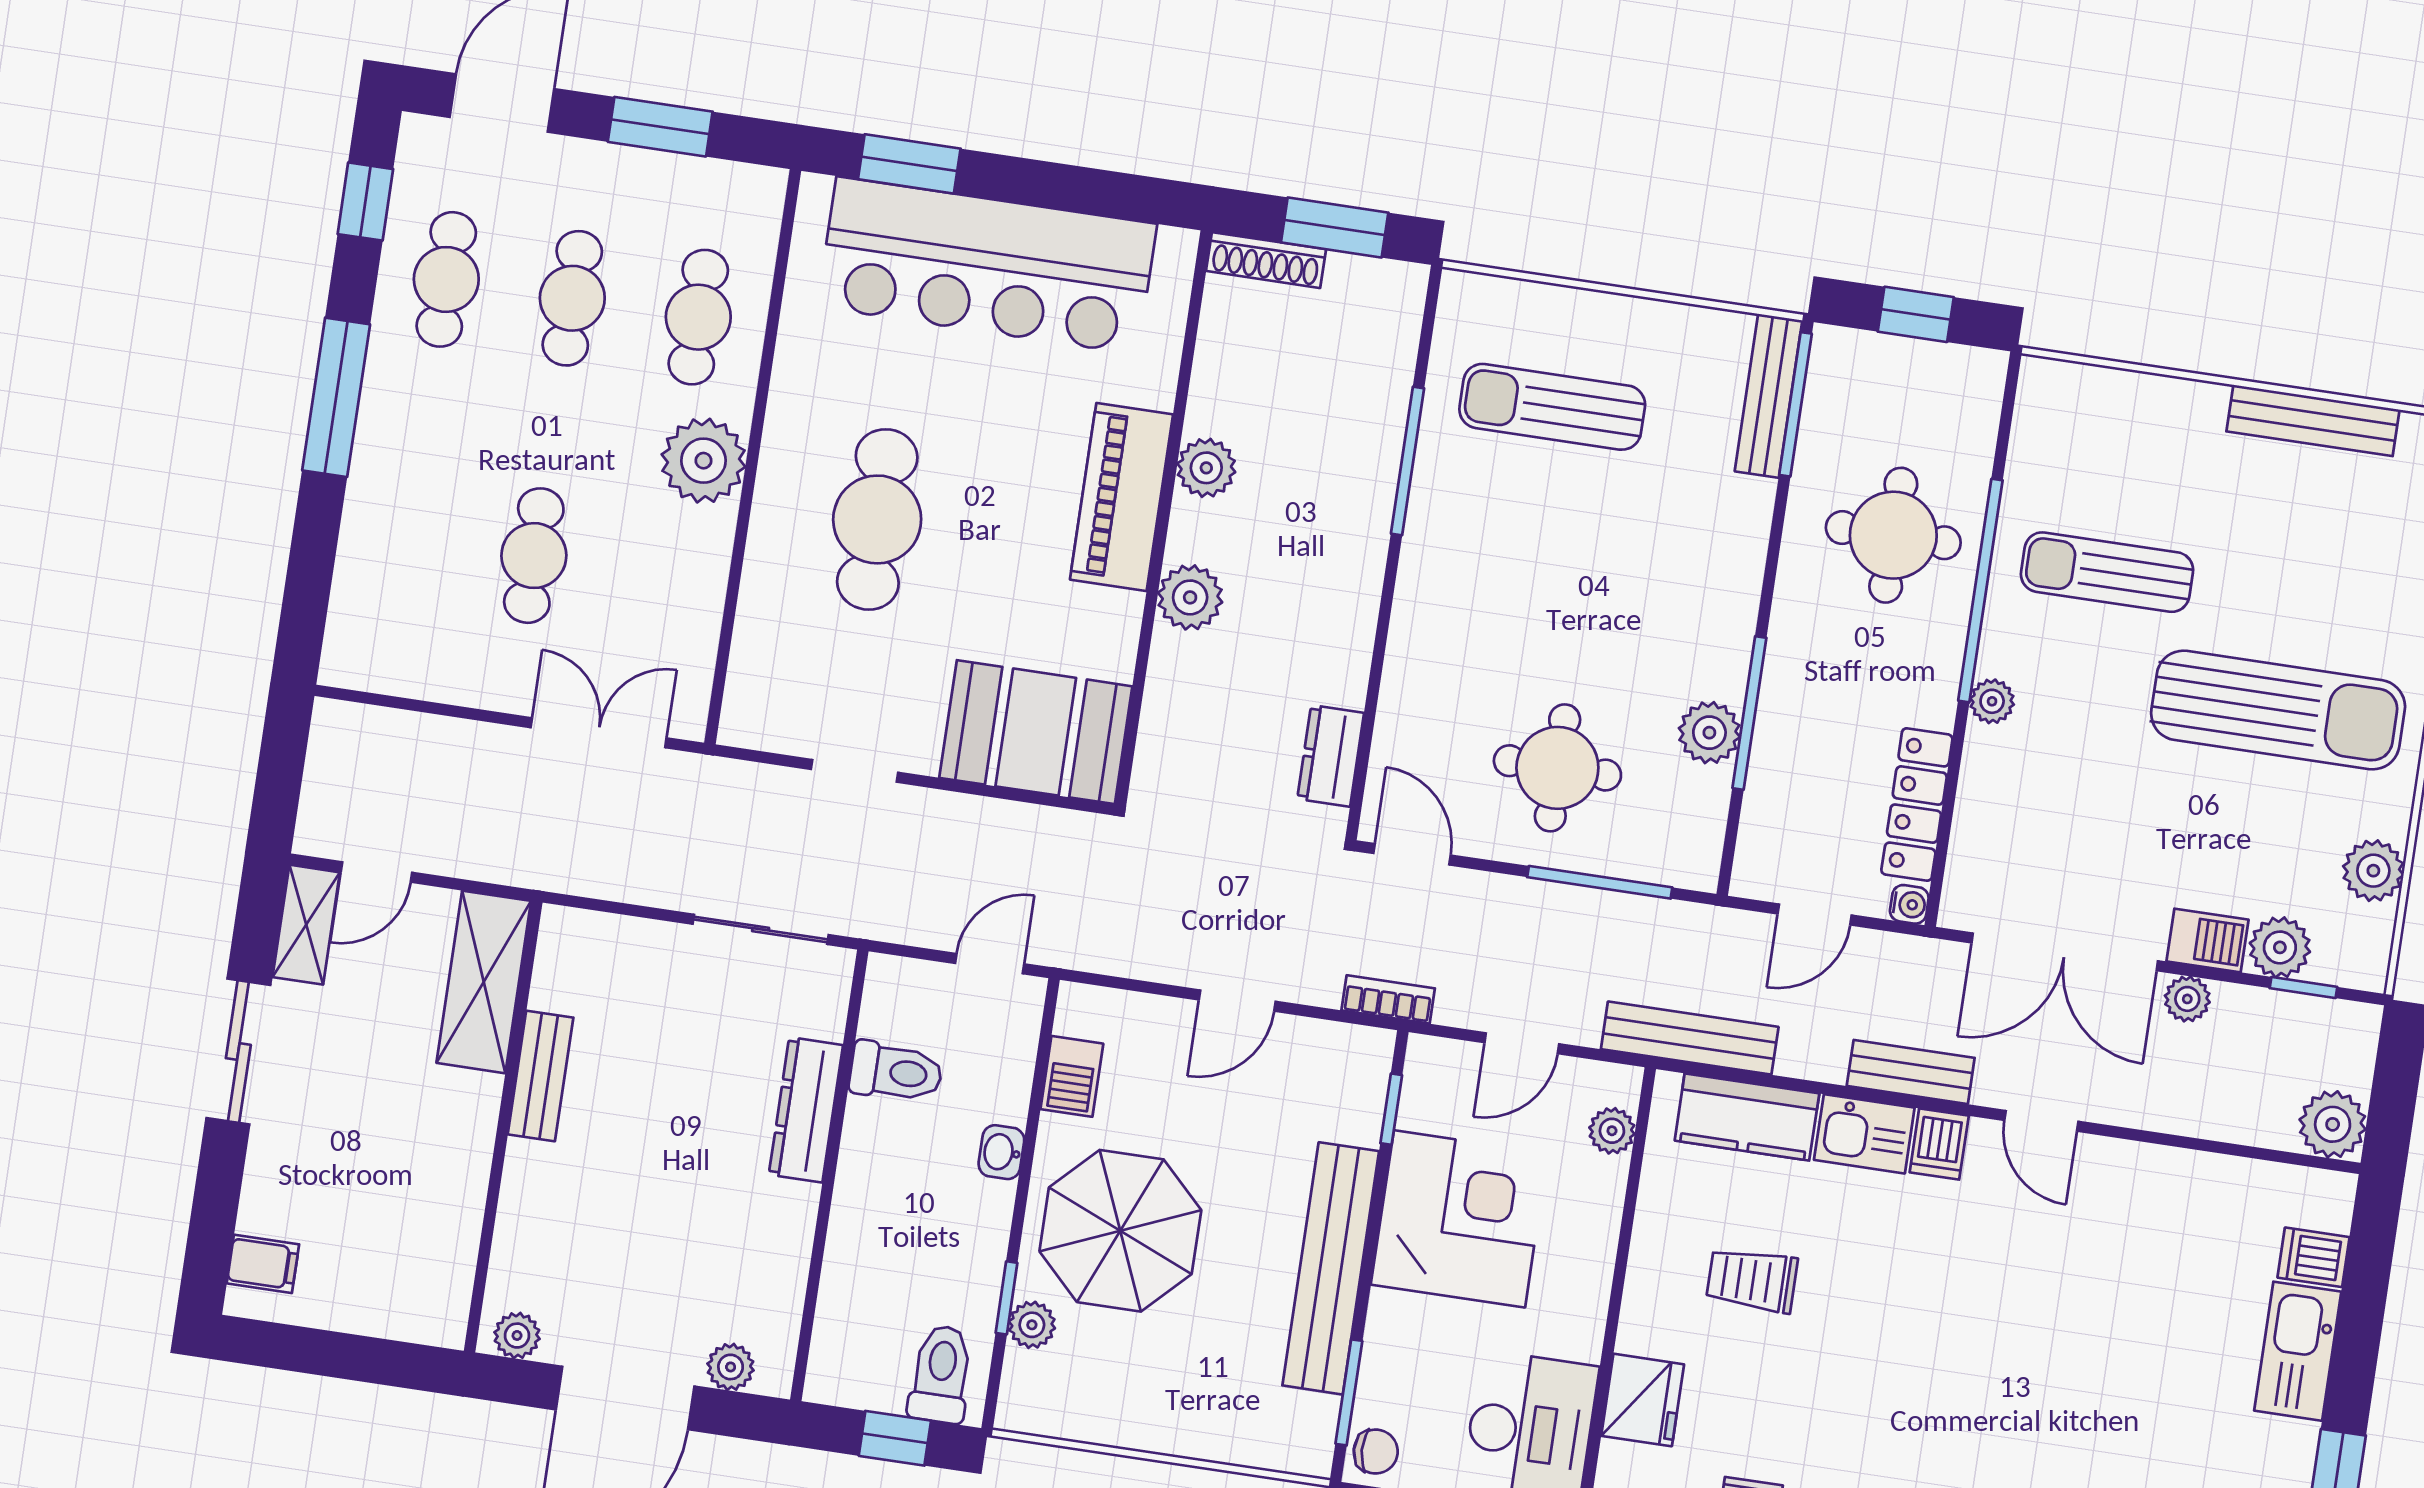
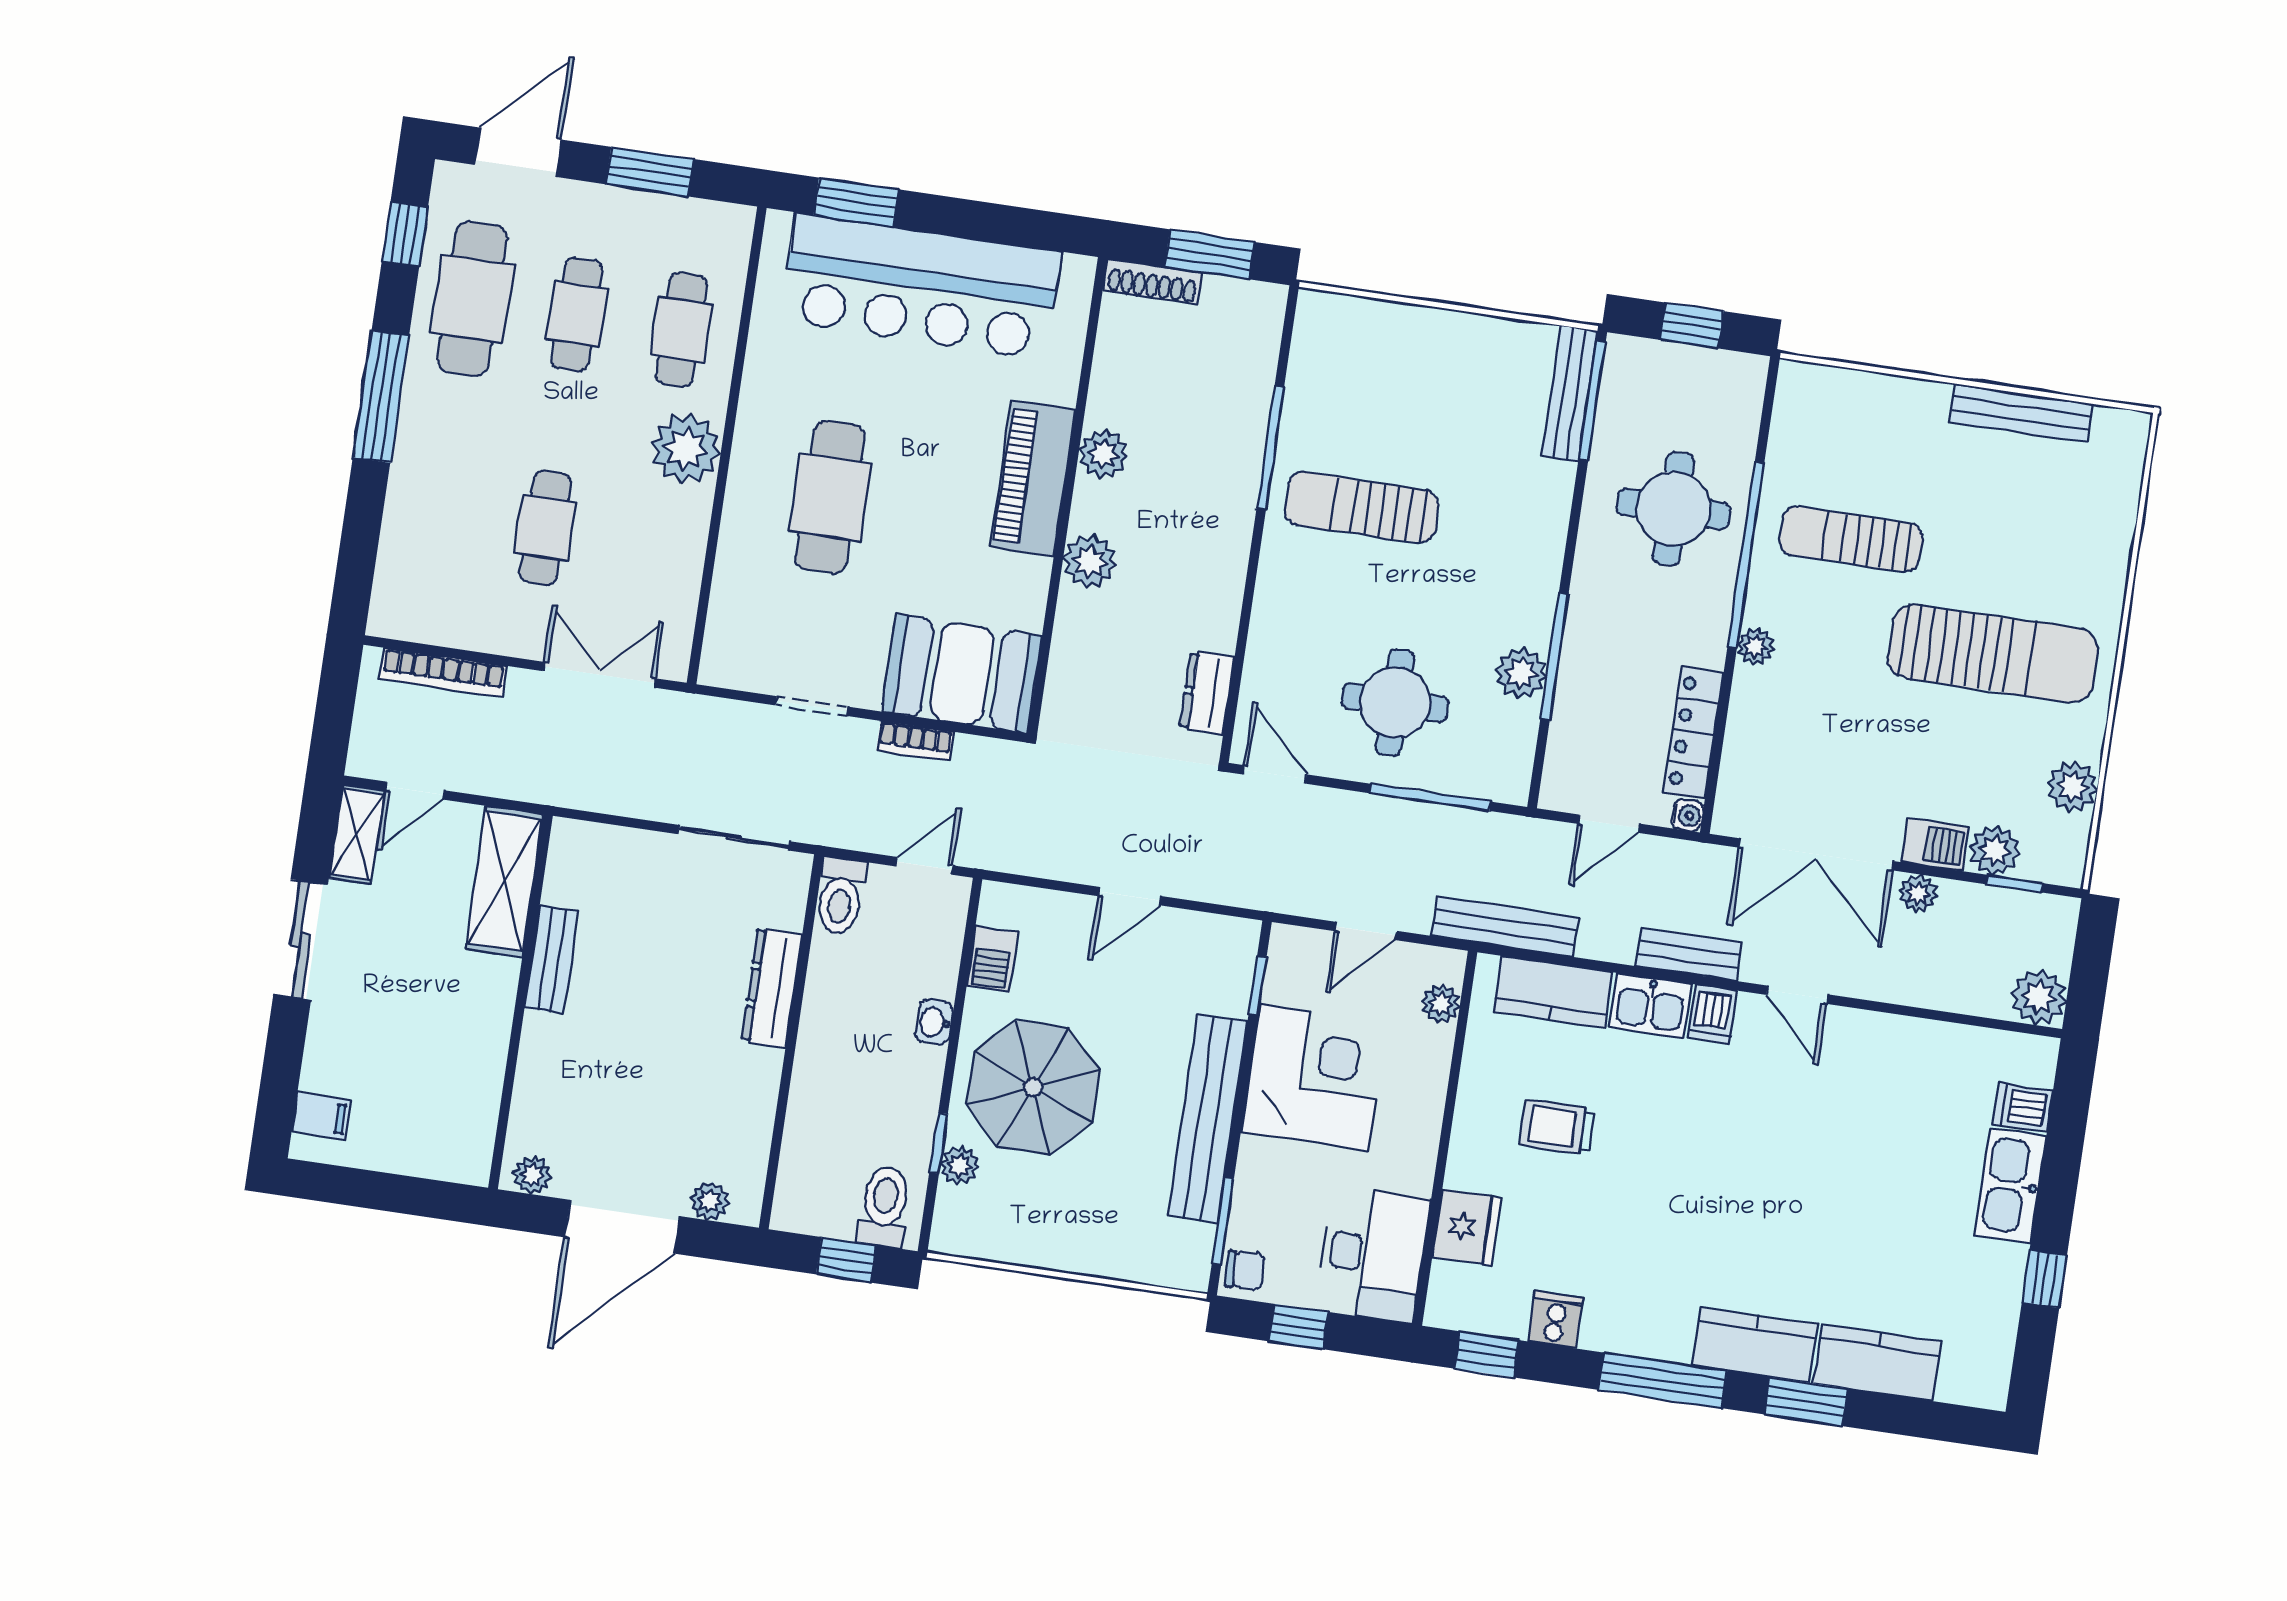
cafe table: (446, 279) -> (472, 299), width x1.37, depth x1.35
sun lounger: (1552, 407) -> (1362, 508), moved
bookcase: (410, 730) -> (443, 672), added
bookcase: (1388, 999) -> (915, 741), moved, turned 180
toilet: (896, 1072) -> (841, 896), moved, turned 90

